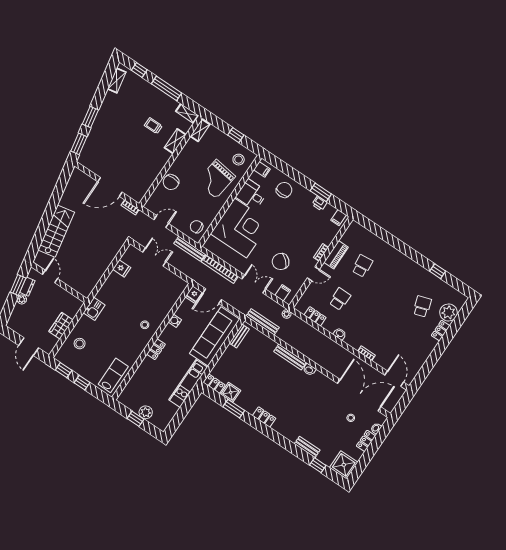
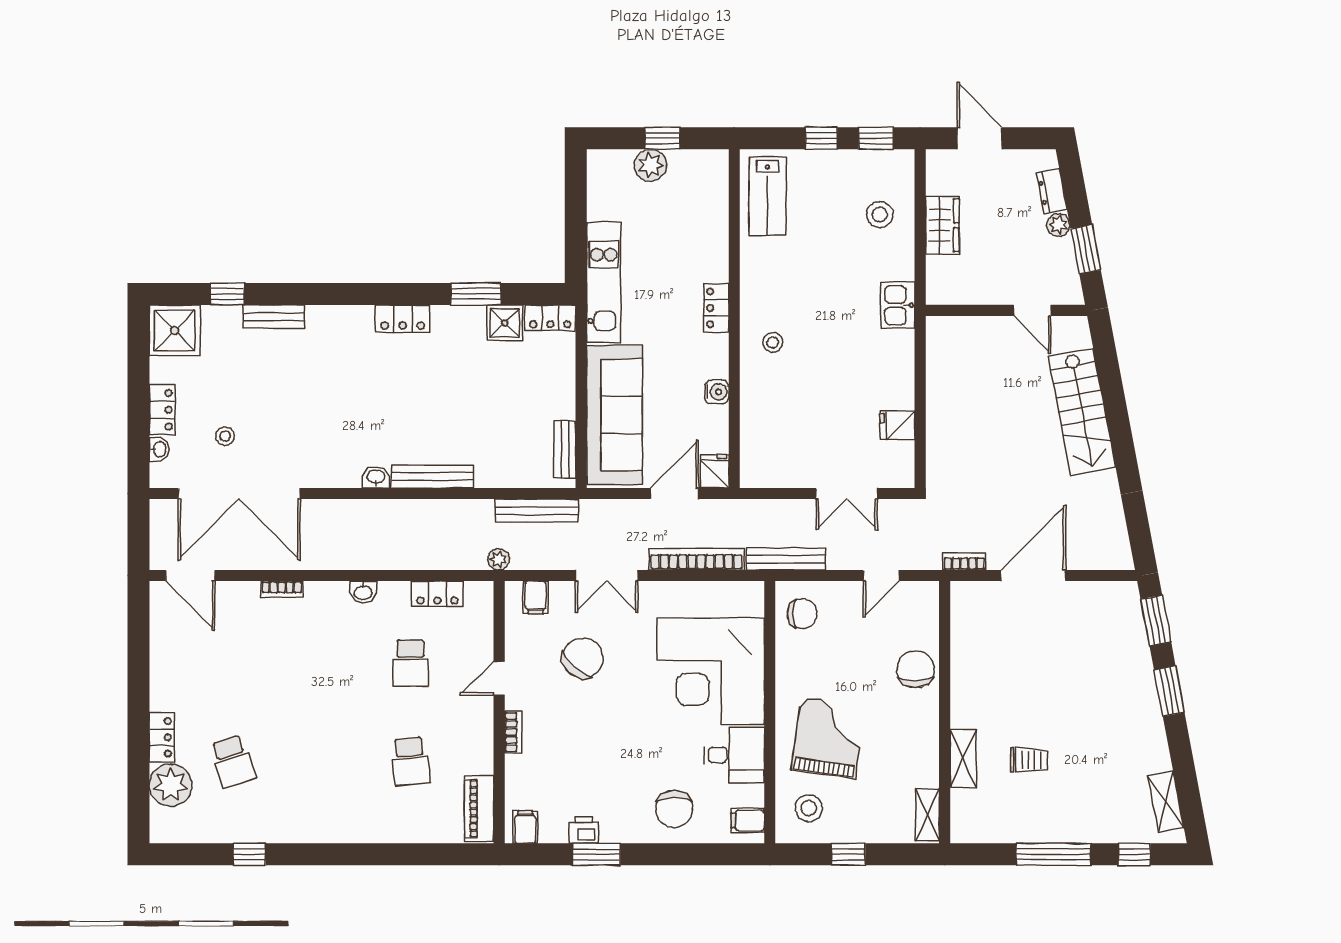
shelving: (187, 114) -> (977, 831), removed
piano: (336, 255) -> (479, 809), moved
dresser: (27, 287) -> (1052, 191), moved

